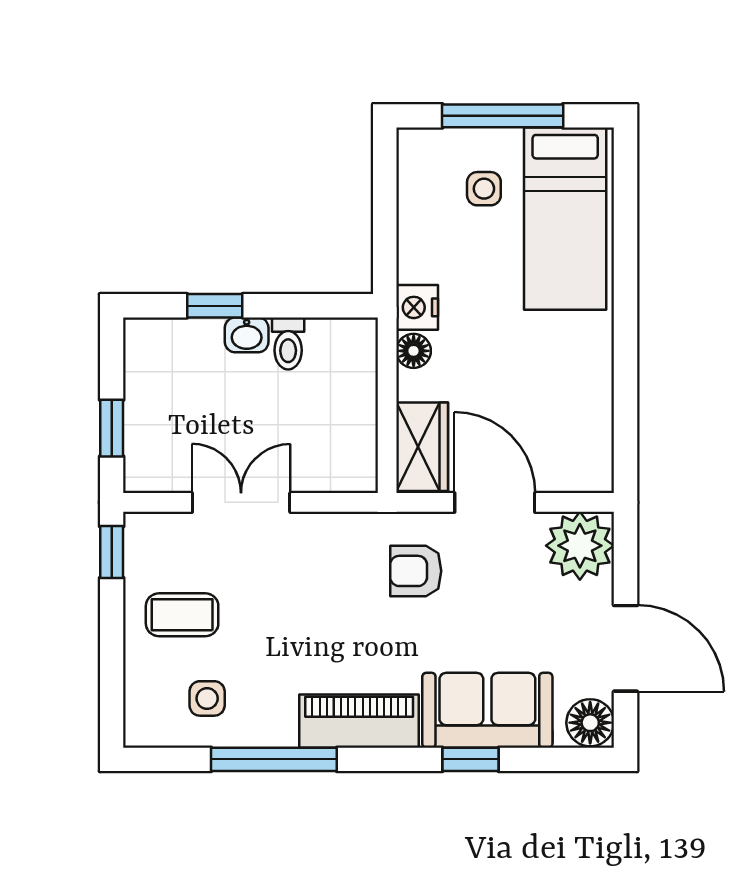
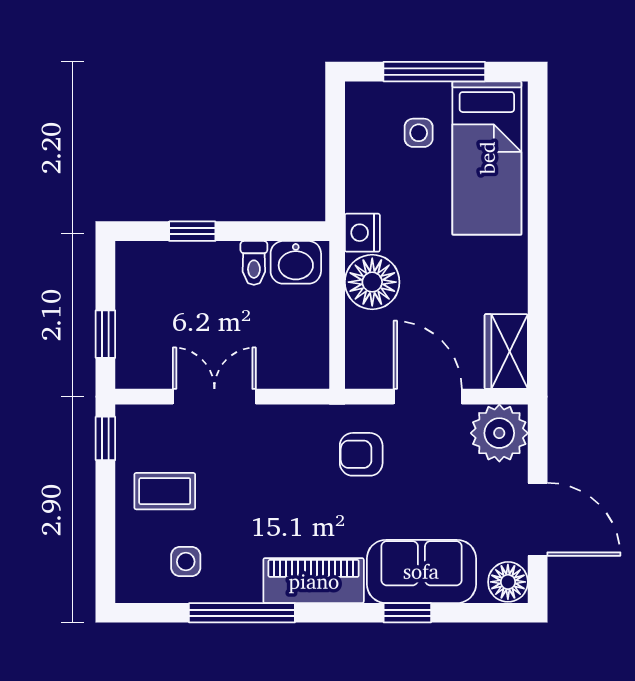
washbasin: (247, 335) -> (296, 262), moved, width x1.38, depth x1.45
floor lamp: (414, 351) -> (372, 282), width x1.89, depth x1.89
wardrobe: (422, 447) -> (506, 352), moved, turned 180

